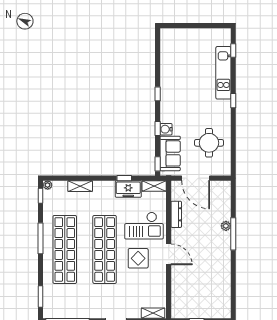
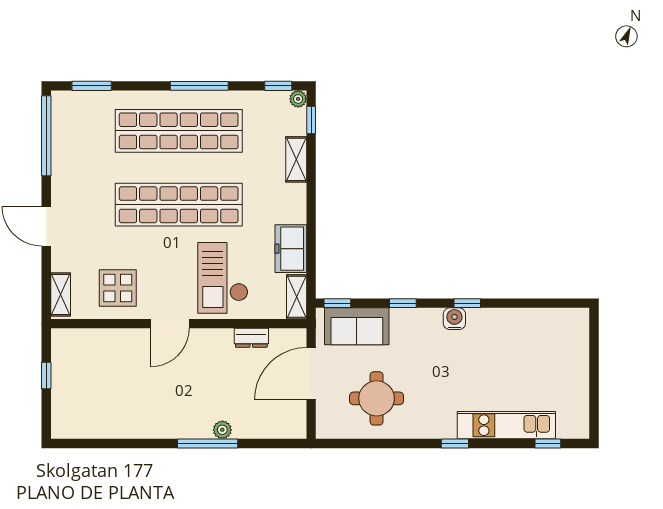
water cooler: (166, 129) -> (454, 319), moved
window: (124, 178) -> (311, 120), moved
dresser: (176, 214) -> (251, 338), width x0.70
display table: (138, 258) -> (118, 288), moved

